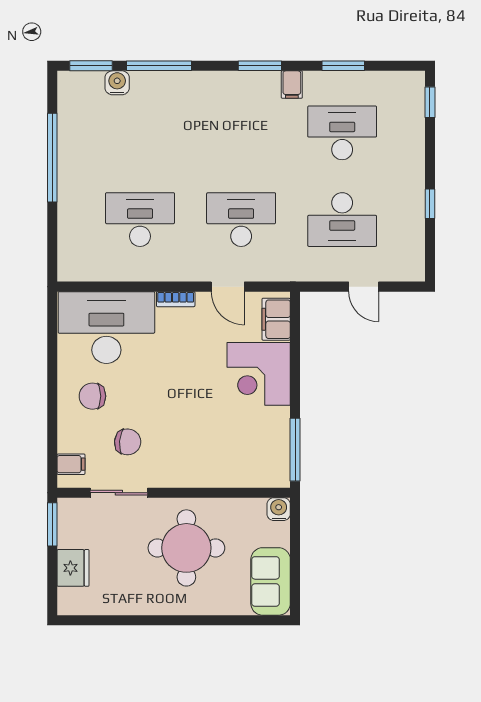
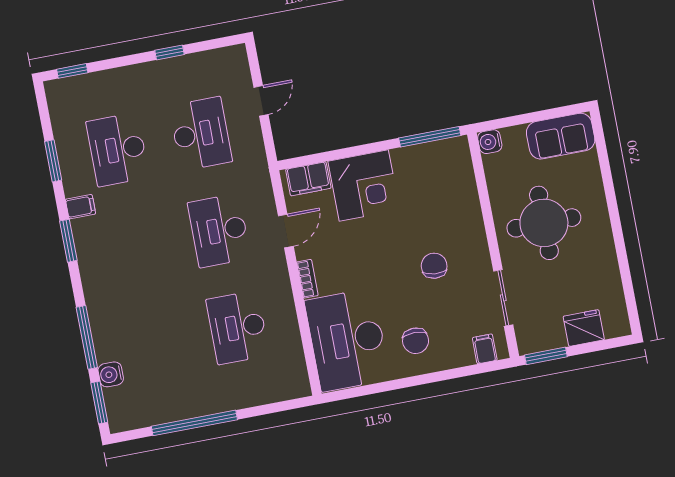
chair: (128, 442) -> (434, 266), moved

